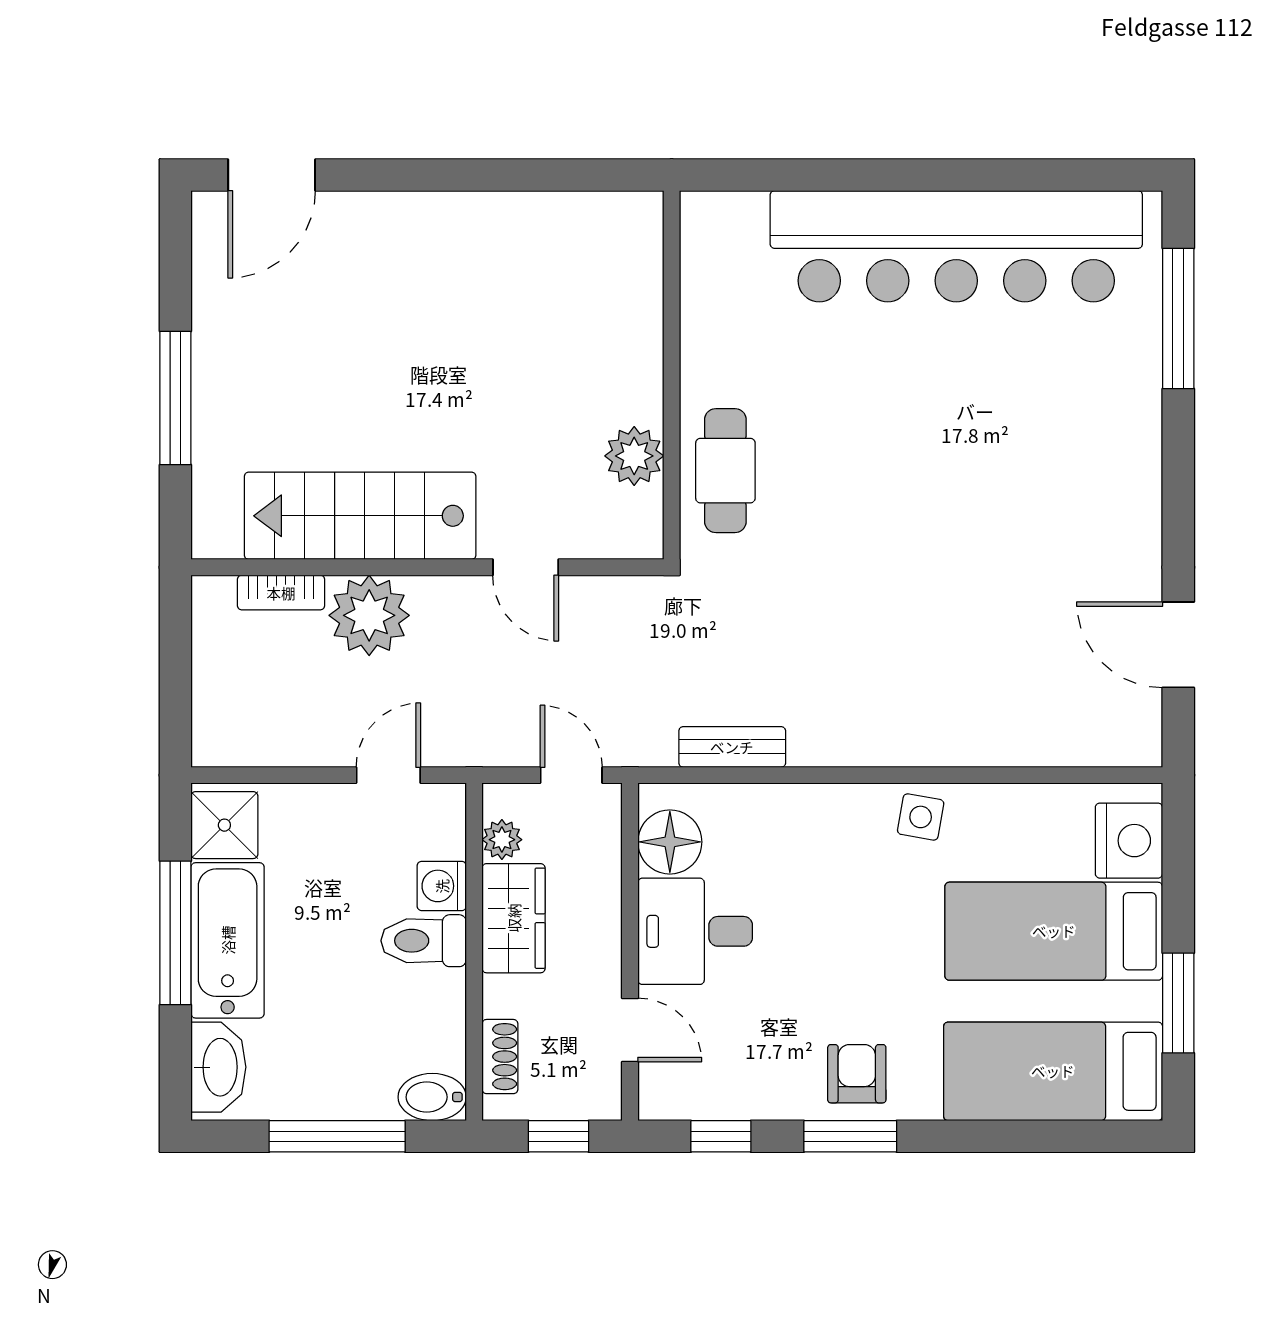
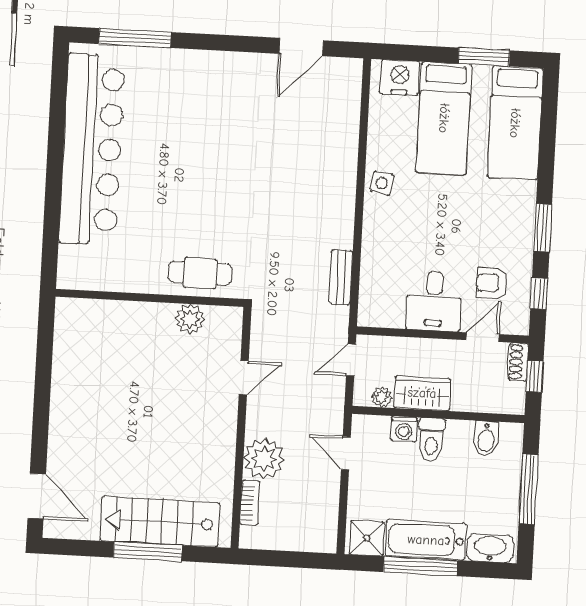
stairs: (360, 516) -> (160, 522), moved, turned 90
floor lamp: (670, 842) -> (388, 312), removed
shoe rack: (500, 1057) -> (518, 362), moved, turned -90
armchair: (857, 1074) -> (492, 283), moved
bidet: (432, 1097) -> (486, 438), moved

